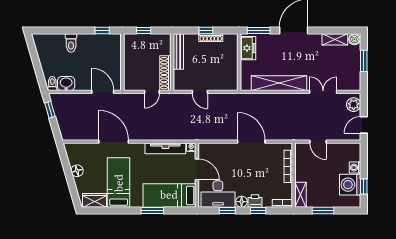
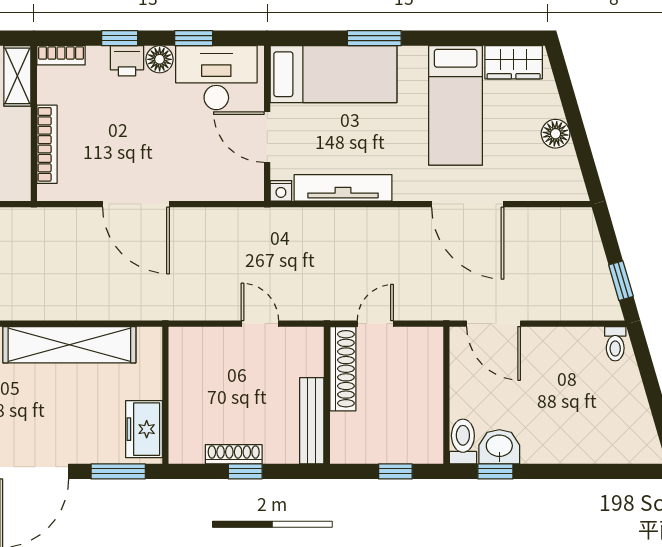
toilet: (71, 43) -> (463, 442), moved
washbasin: (66, 84) -> (499, 447), moved, turned 180

